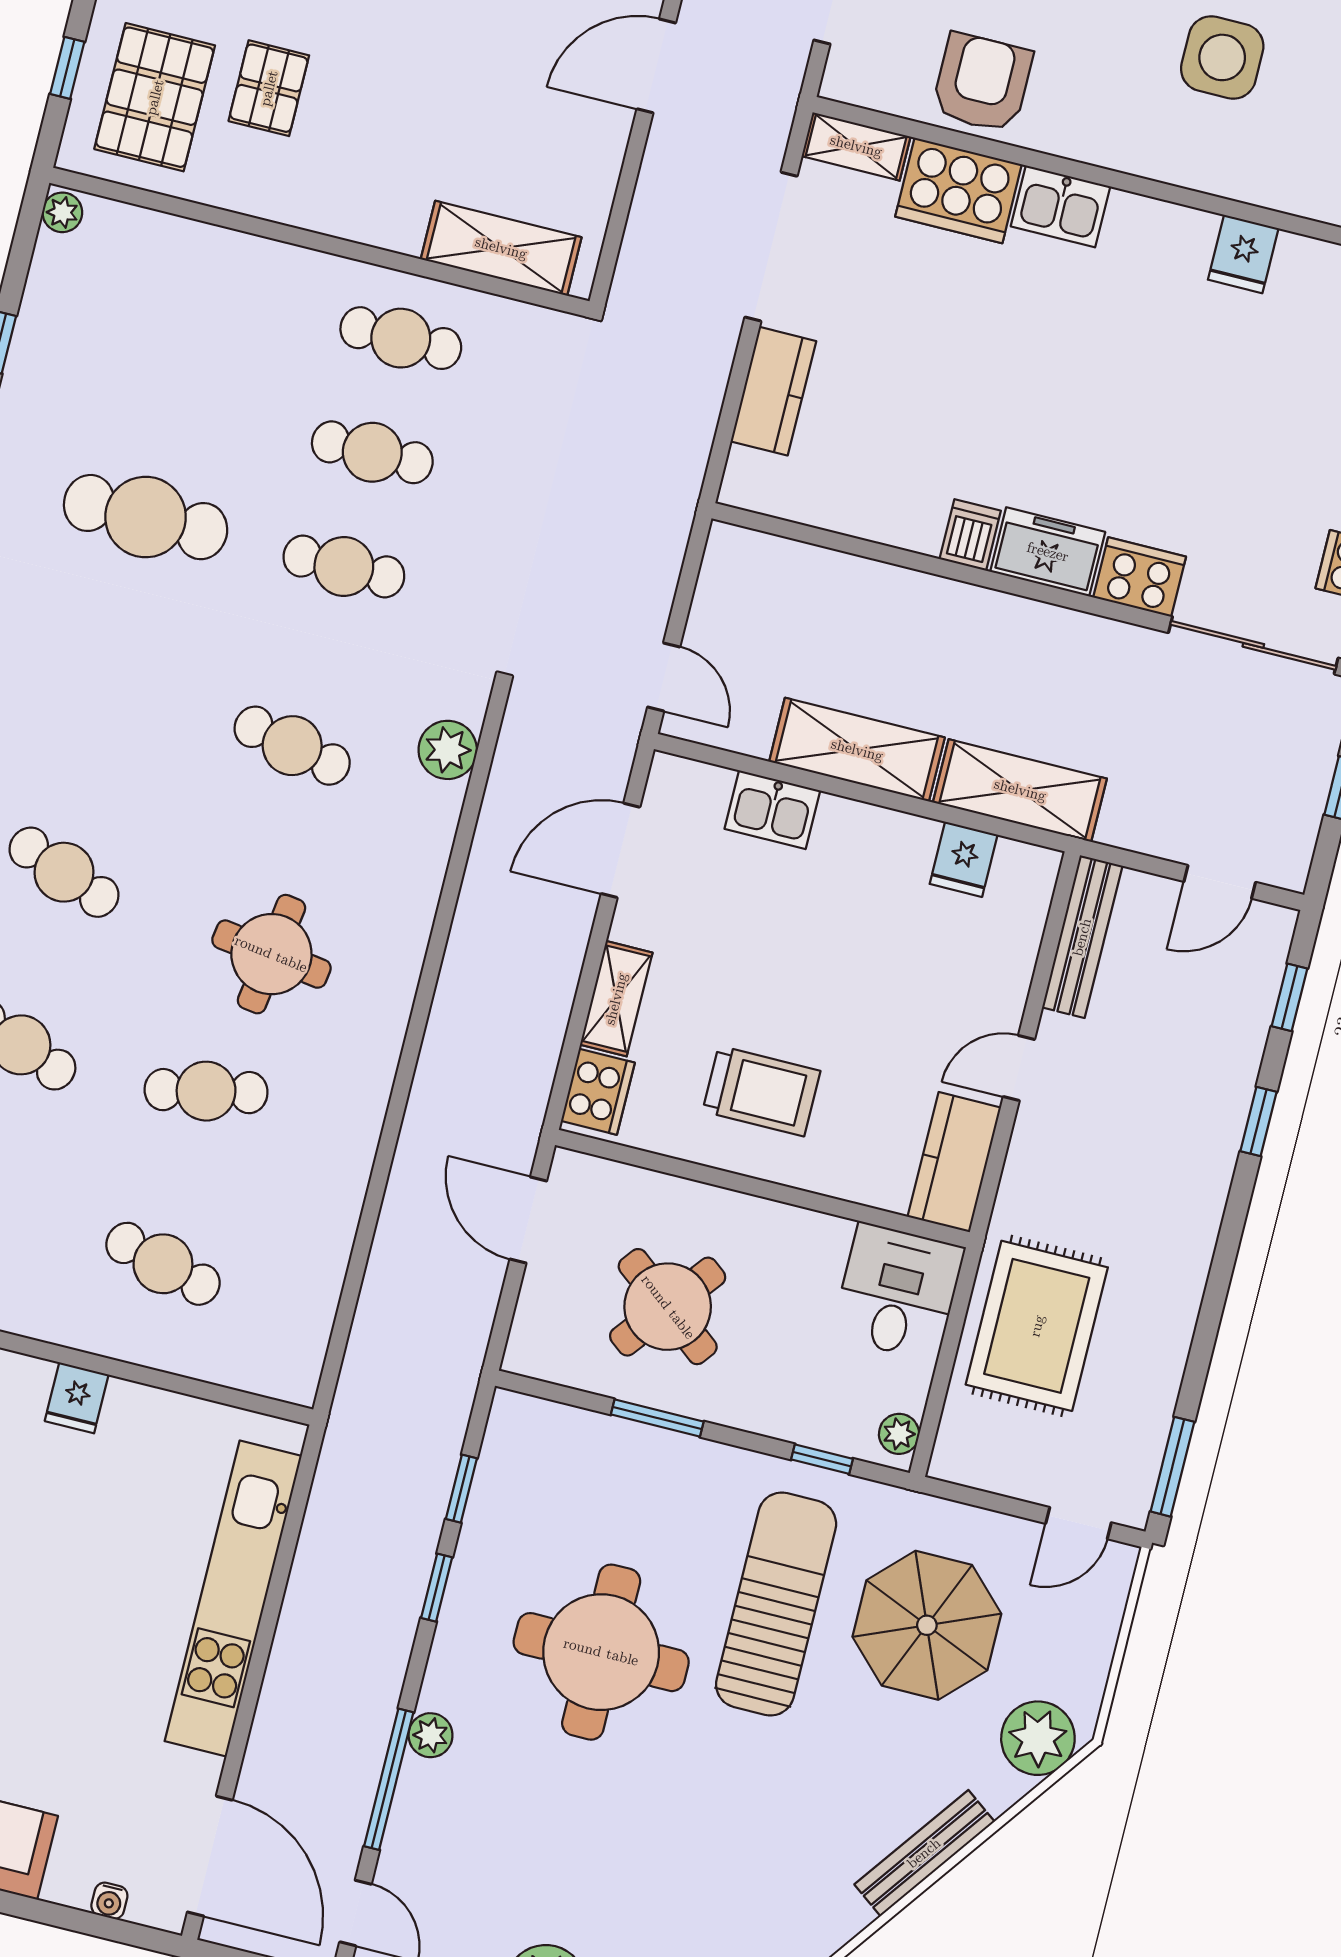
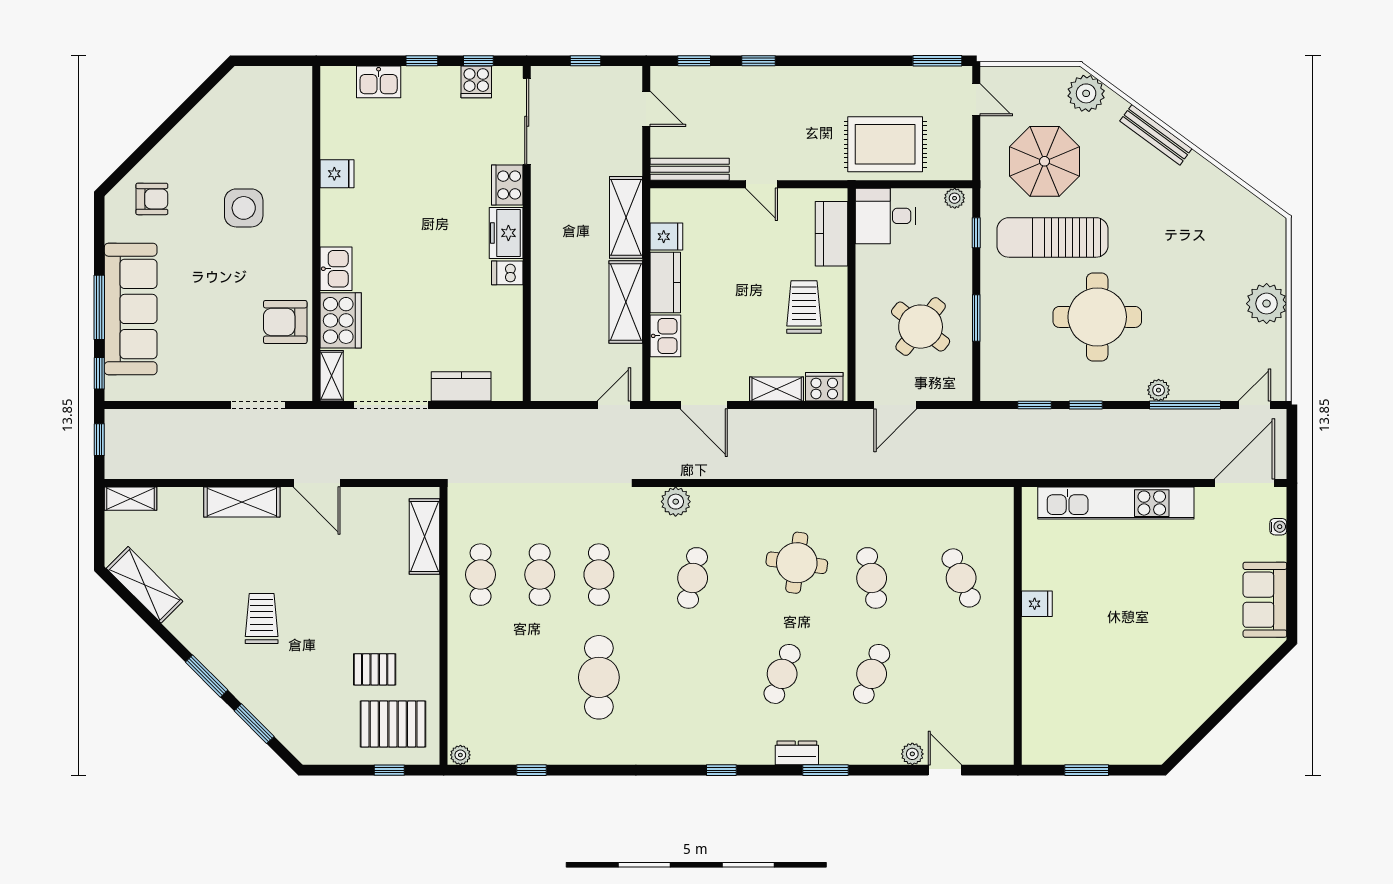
kitchen counter: (875, 835) -> (665, 283), added
kitchen counter: (954, 1162) -> (831, 234), moved, turned 90
cafe table: (163, 1264) -> (961, 578), turned -39

